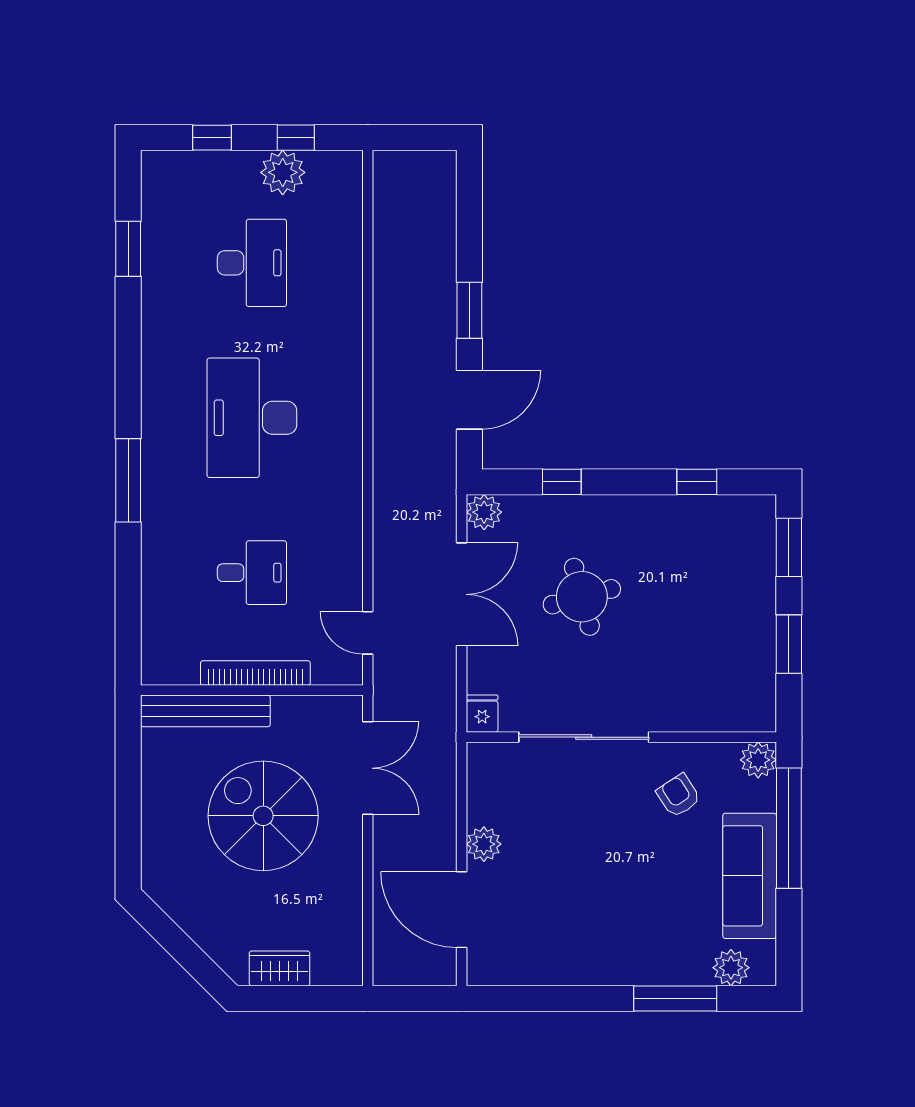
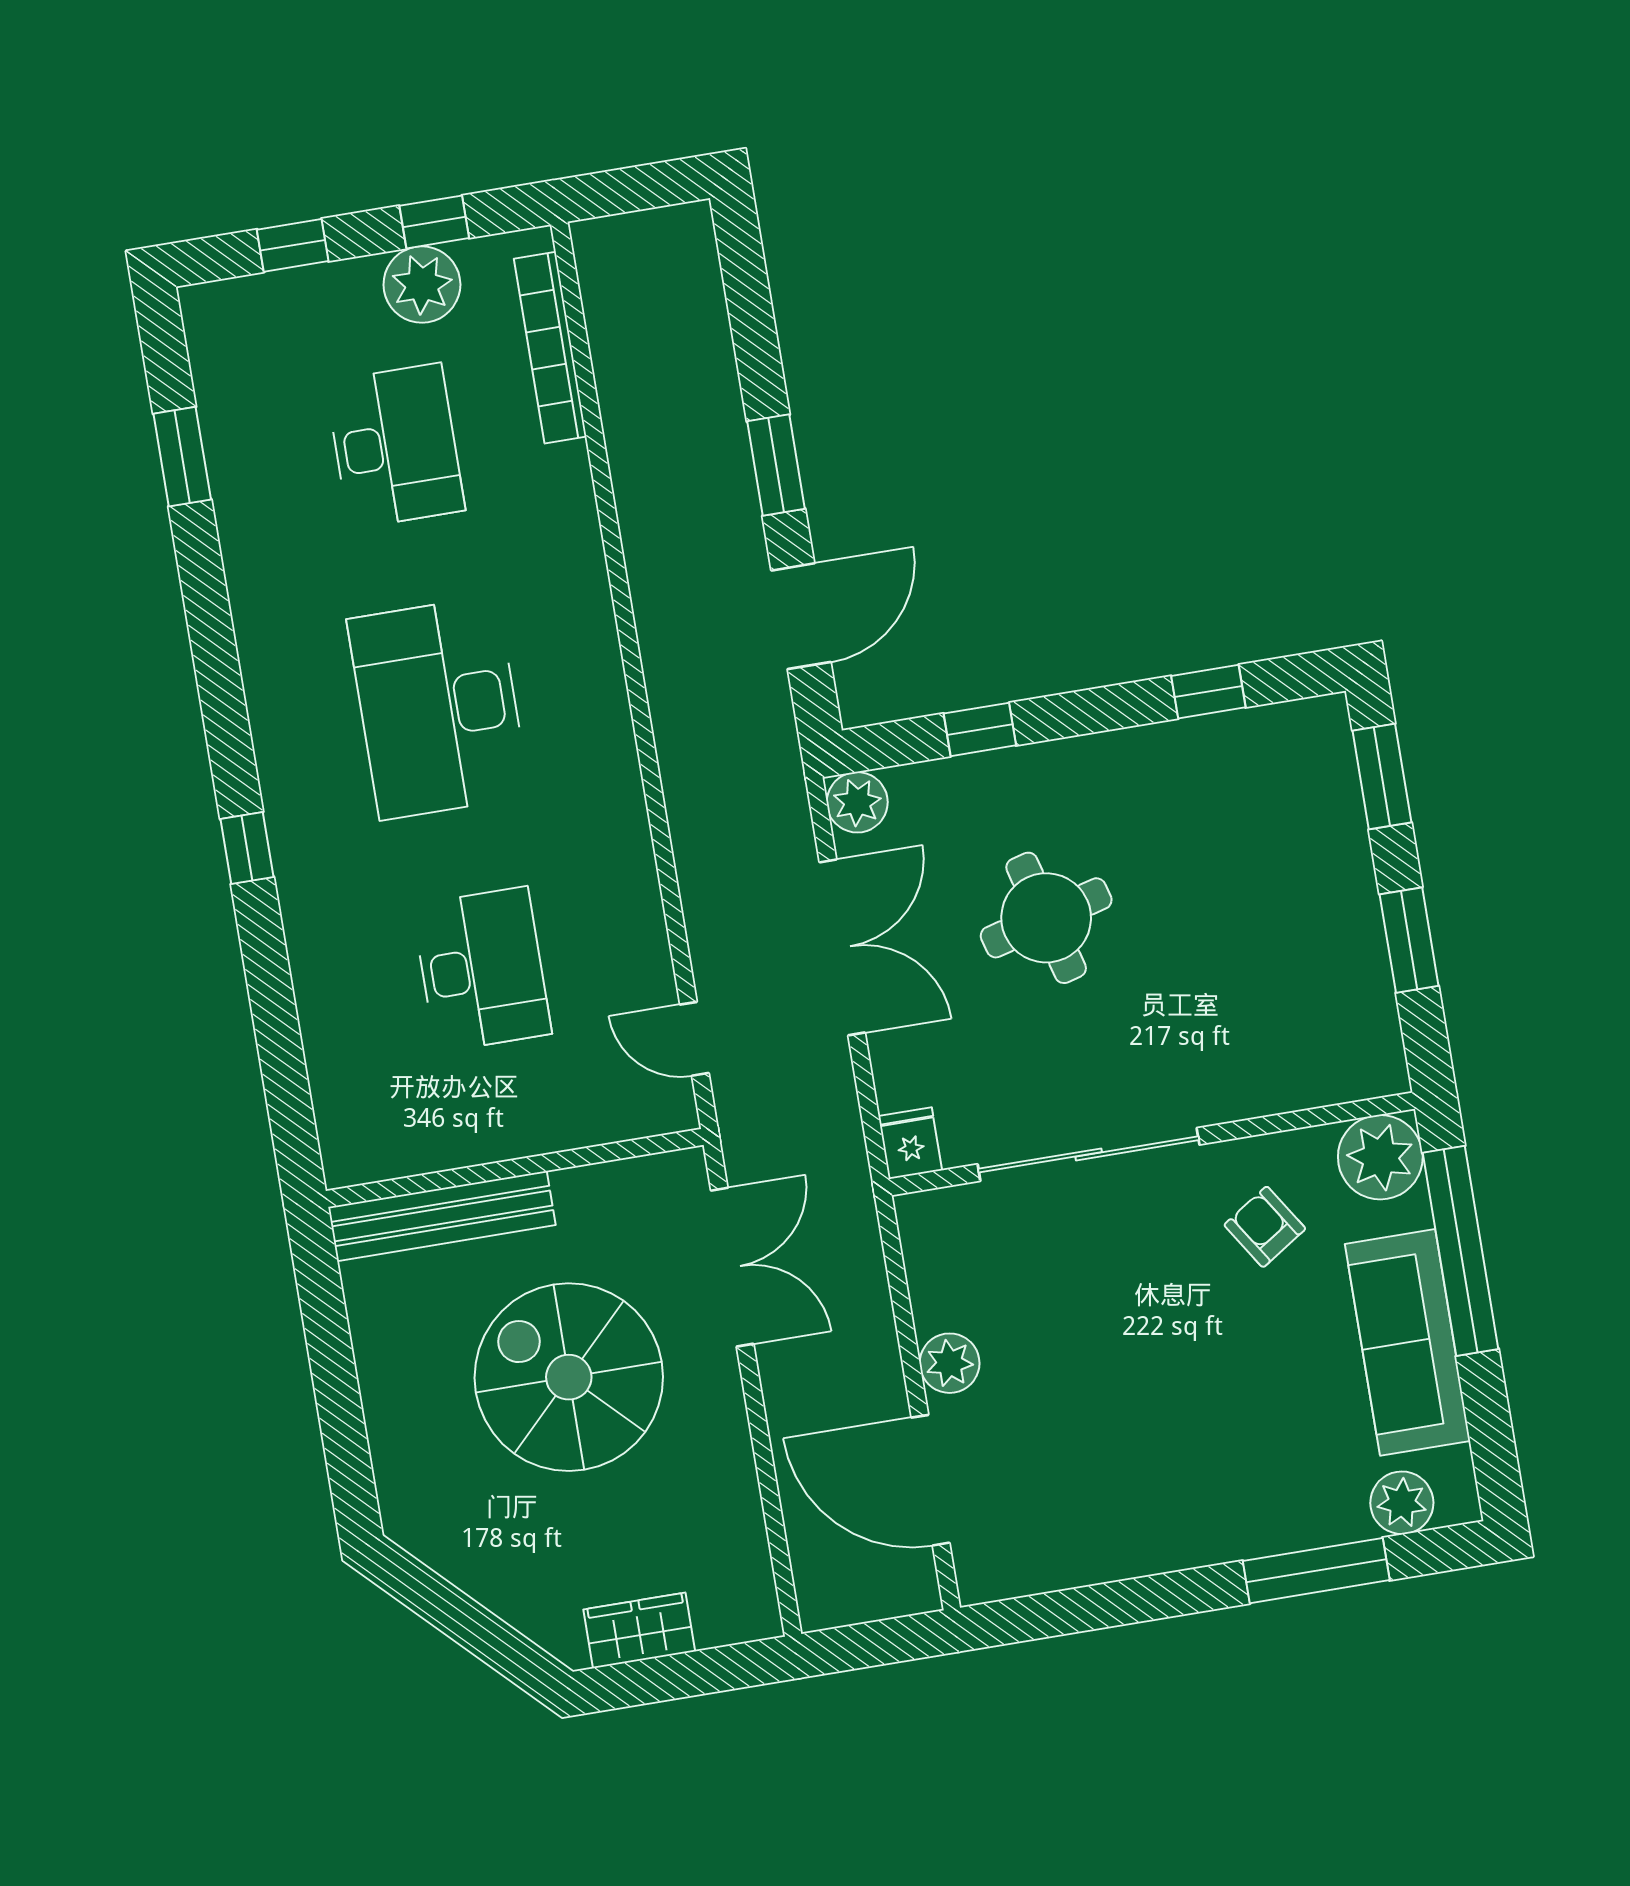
window: (128, 480) -> (247, 848), width x0.46
desk: (252, 573) -> (482, 969), width x1.37
bookcase: (255, 673) -> (550, 348), moved, turned -90
plant: (758, 760) -> (1380, 1157), width x1.36, depth x1.36

